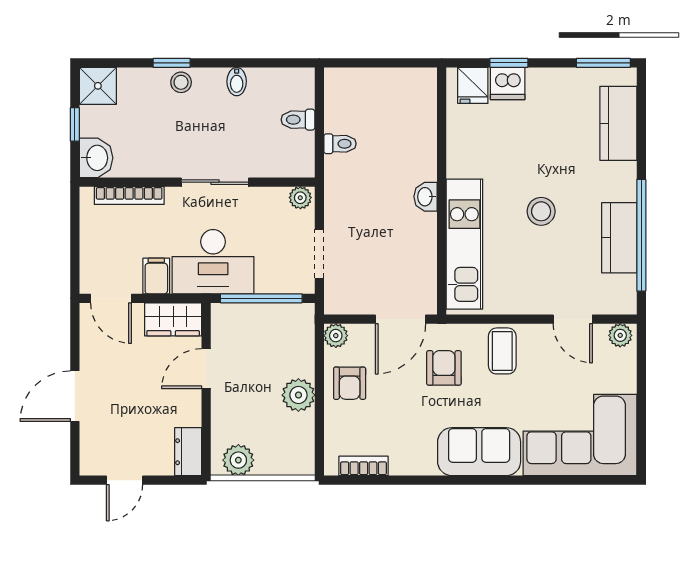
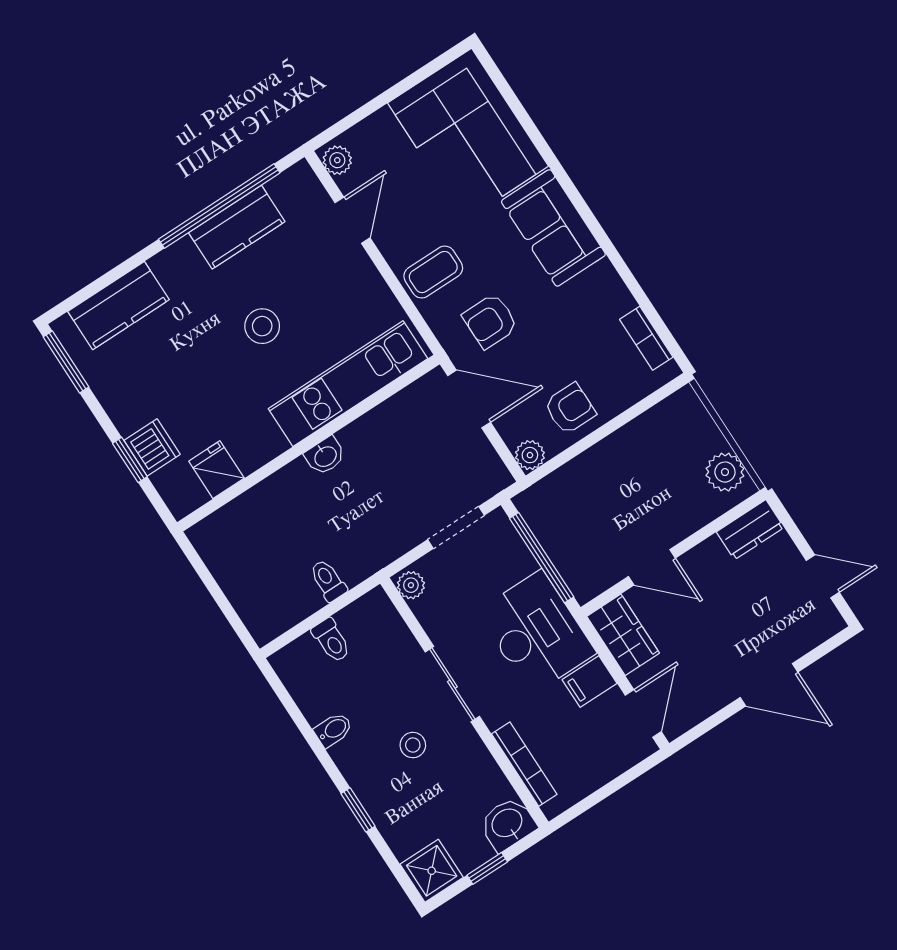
stool: (181, 82) -> (413, 745), moved
fridge: (473, 85) -> (216, 470), moved, turned -90
plant: (298, 395) -> (617, 454), removed

